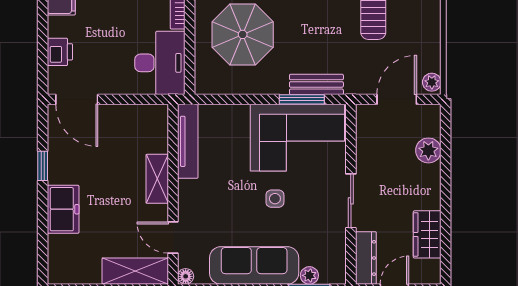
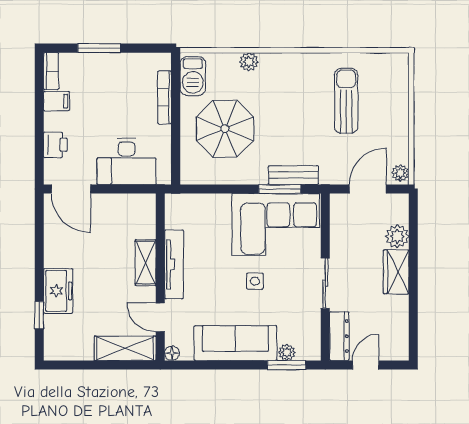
desk: (160, 63) -> (127, 161), moved, turned 90
tv unit: (188, 141) -> (174, 264), moved
window: (43, 166) -> (39, 315), moved
wardrobe: (427, 234) -> (396, 272), moved

